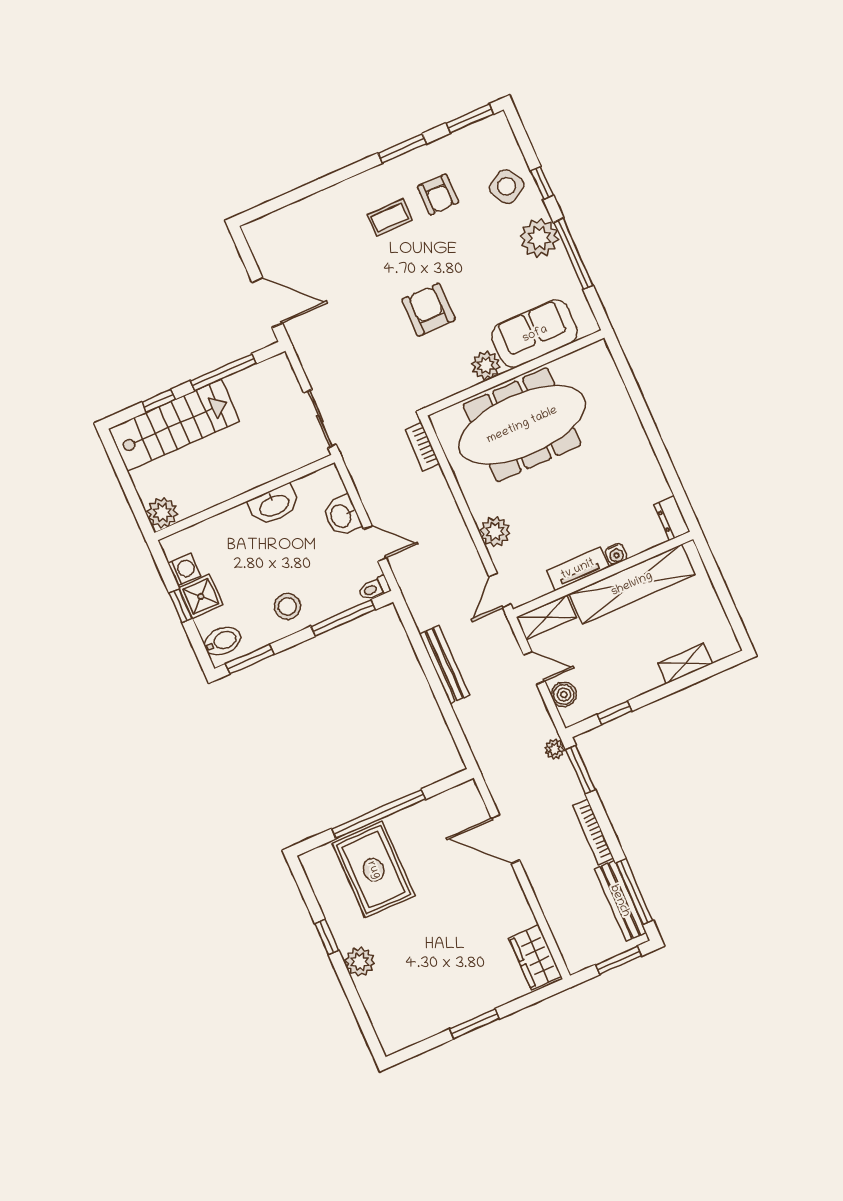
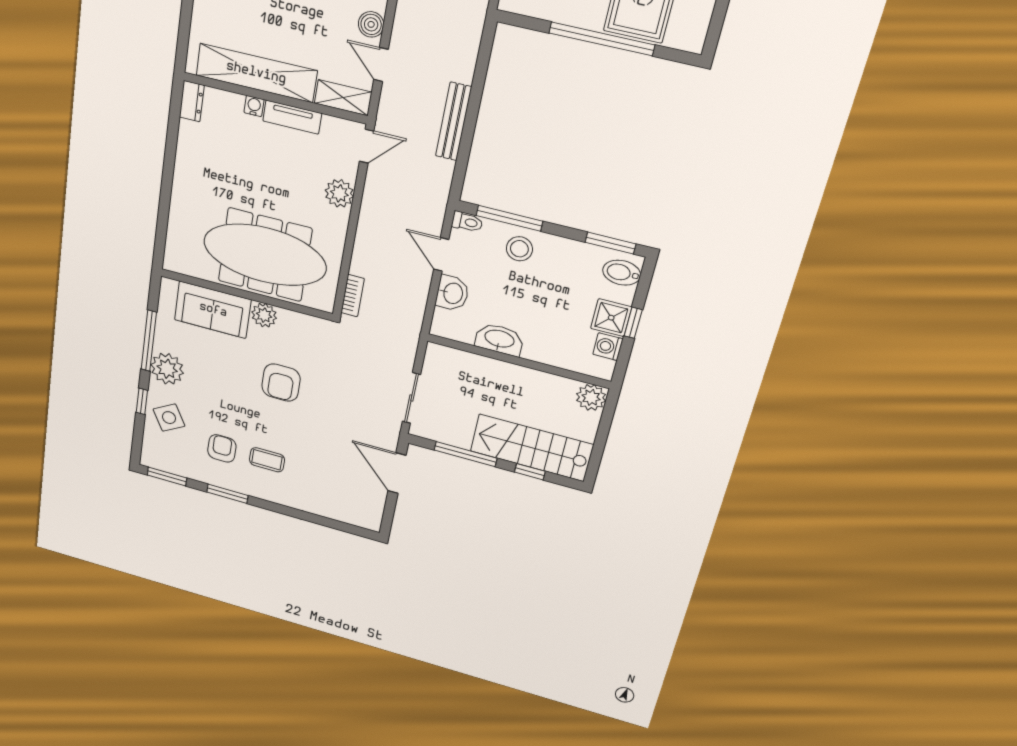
sliding door: (320, 419) -> (411, 398), moved
stool: (287, 606) -> (519, 249), moved

